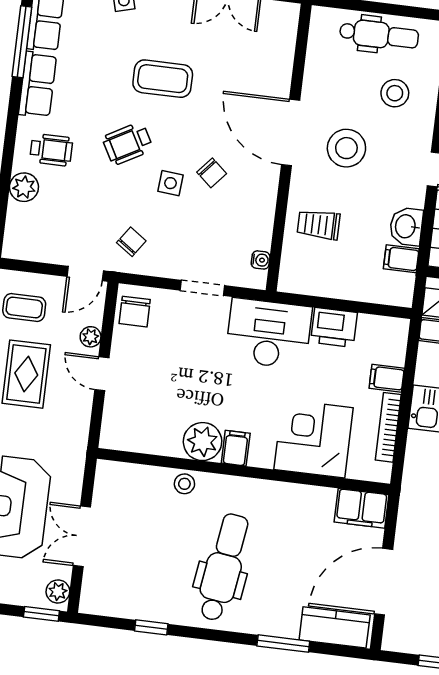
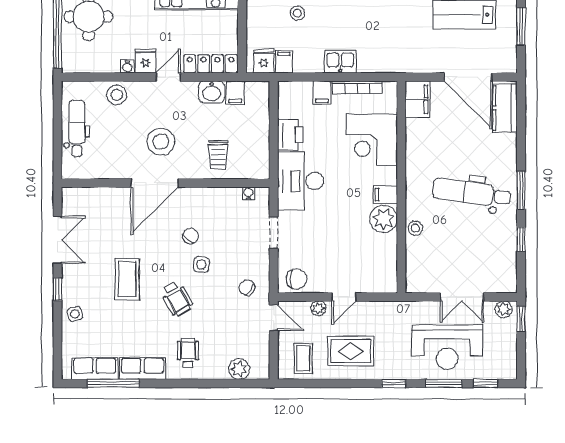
stool: (395, 93) -> (117, 95), moved
plant: (24, 187) -> (239, 369), moved
window: (283, 644) -> (521, 190), moved

